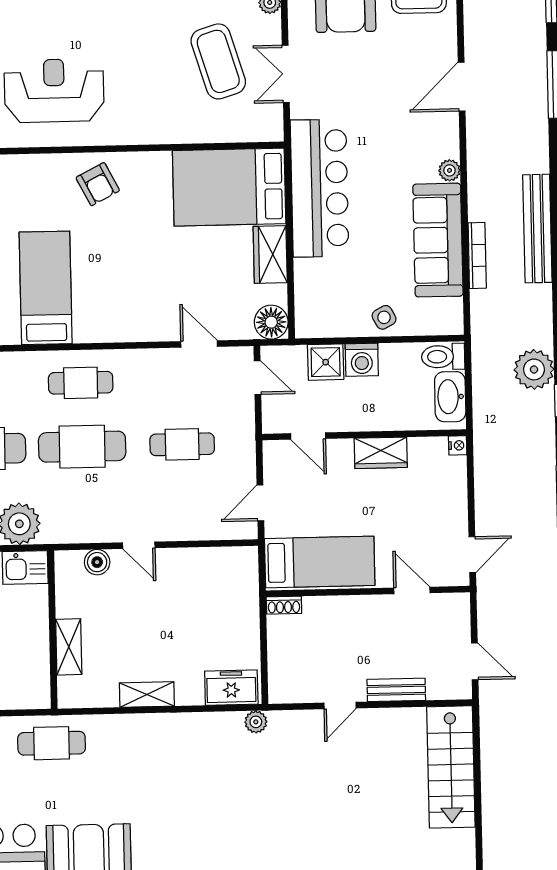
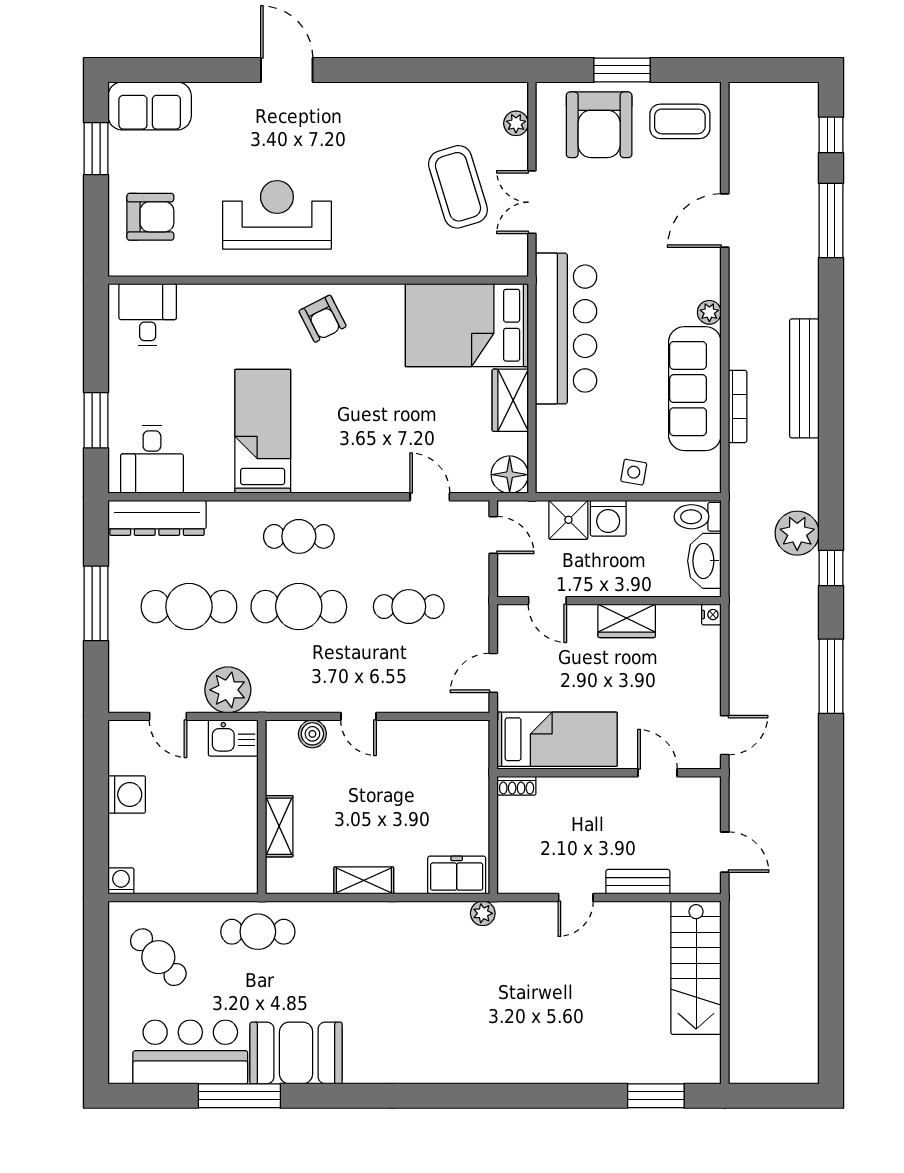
side table: (384, 317) -> (634, 472), turned 38

